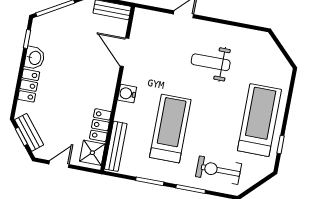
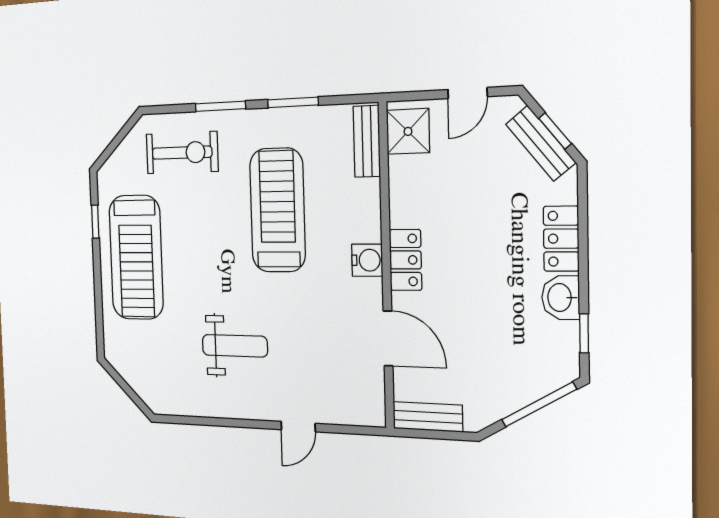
locker: (100, 125) -> (405, 260), moved
treadmill: (170, 129) -> (277, 210), turned 180
bench: (116, 146) -> (367, 141), width x0.73

